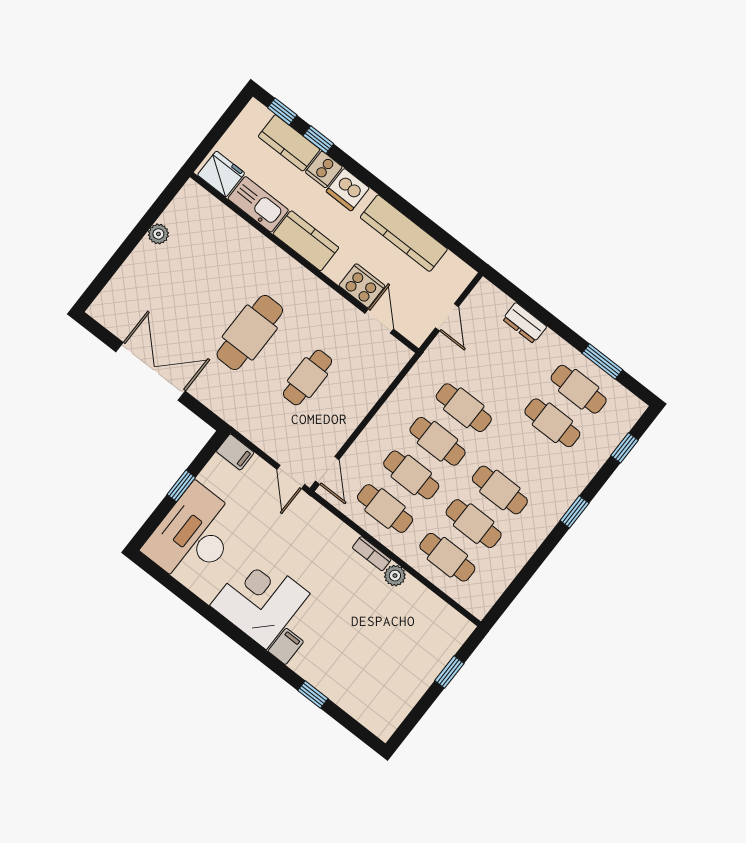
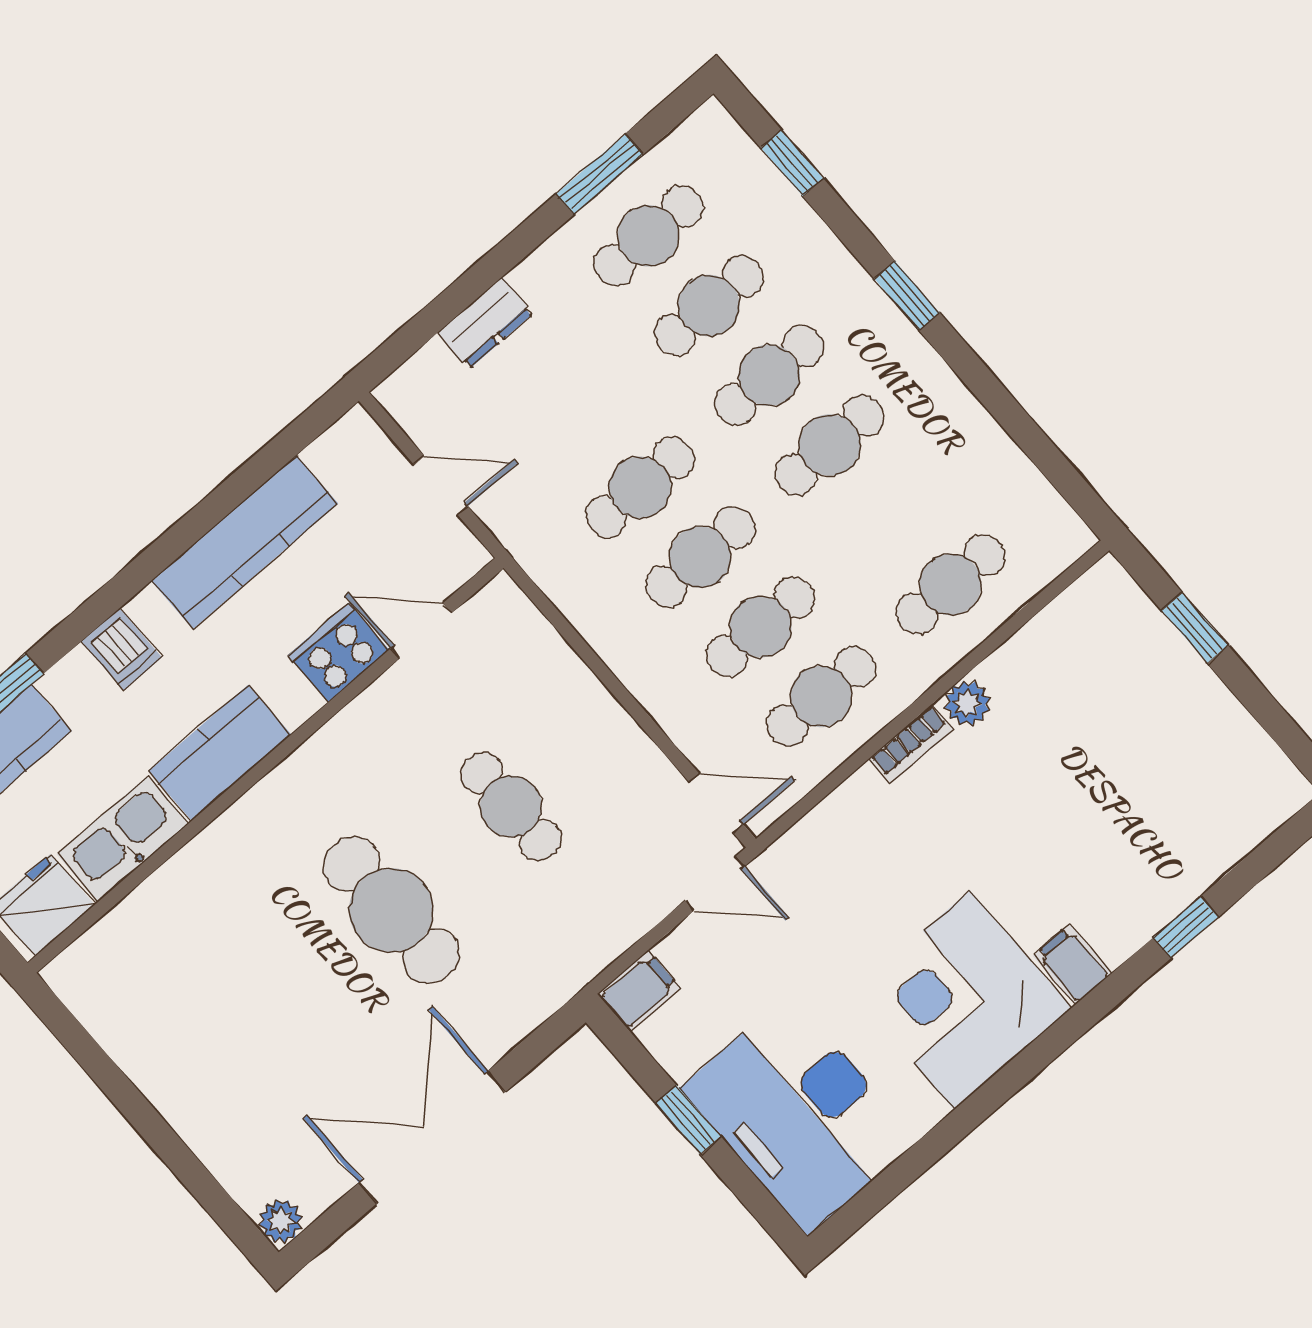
cooker: (324, 169) -> (76, 685), removed
dishwasher: (348, 190) -> (122, 649), width x0.73
plant: (158, 234) -> (281, 1221), moved
cafe table: (474, 524) -> (769, 375), moved

